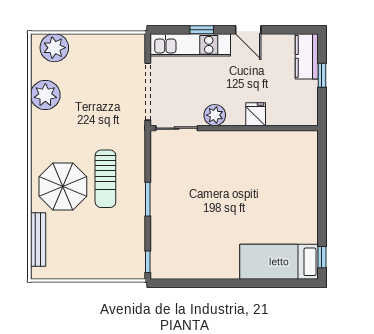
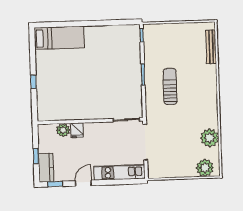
window: (202, 30) -> (55, 184), moved
door: (248, 30) -> (83, 183), hinge flipped
plant: (215, 115) -> (63, 130), moved
parasol: (63, 186) -> (197, 81), removed
window: (322, 257) -> (34, 82), moved

